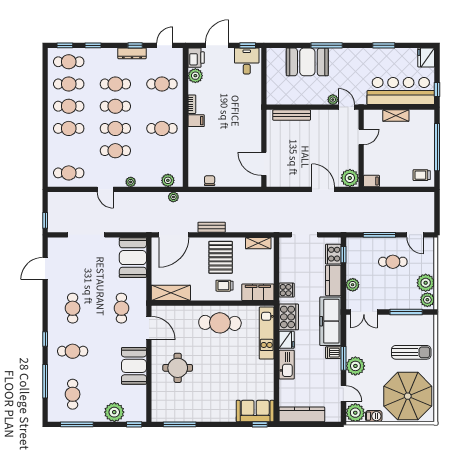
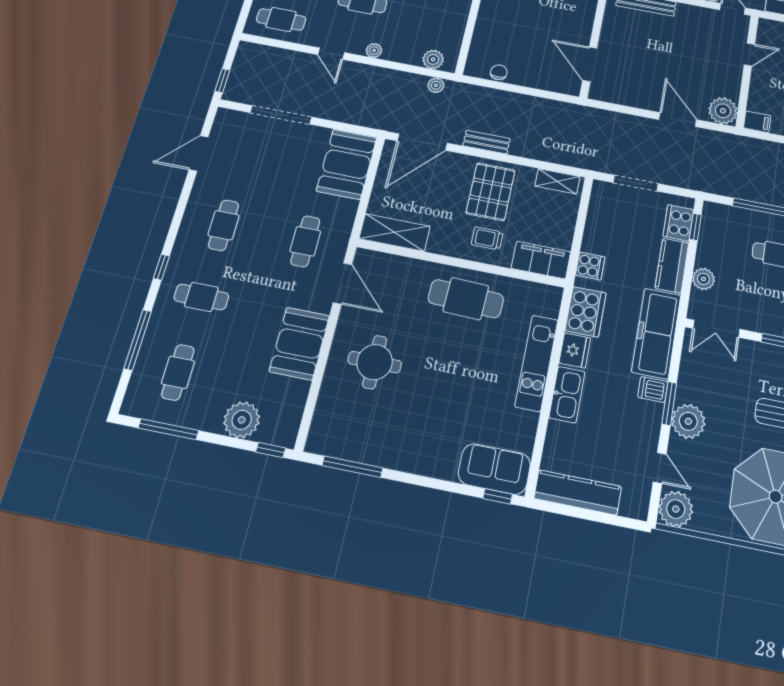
kitchen unit: (267, 333) -> (536, 363), moved
barbecue: (374, 416) -> (709, 523), removed

